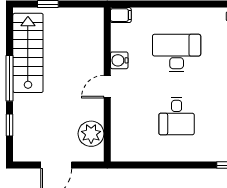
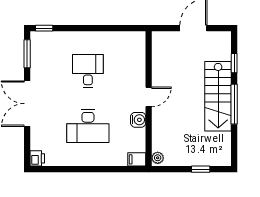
stairs: (28, 53) -> (218, 96), moved
plant: (91, 134) -> (158, 158), moved, width x0.53, depth x0.53

